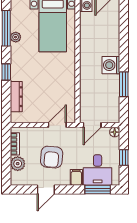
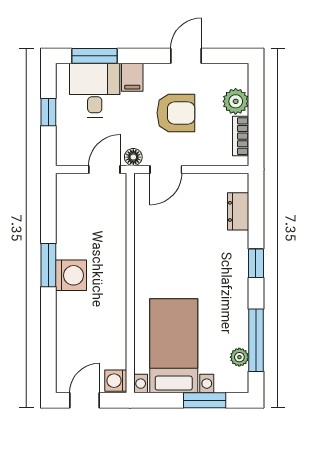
plant: (16, 37) -> (239, 357), moved
window: (124, 84) -> (48, 265), moved
dresser: (16, 97) -> (238, 211), width x0.70
floor lamp: (115, 132) -> (133, 157), moved
armchair: (52, 157) -> (176, 113), turned 85

